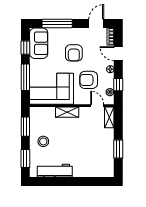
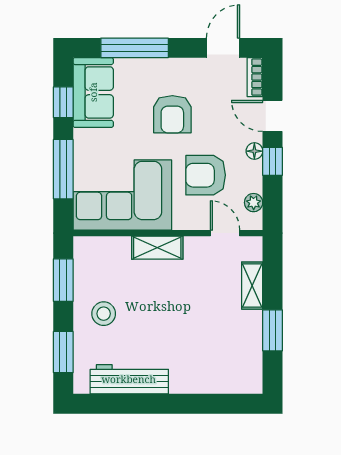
window: (118, 85) -> (272, 161), moved
shelving: (109, 117) -> (252, 286), moved

